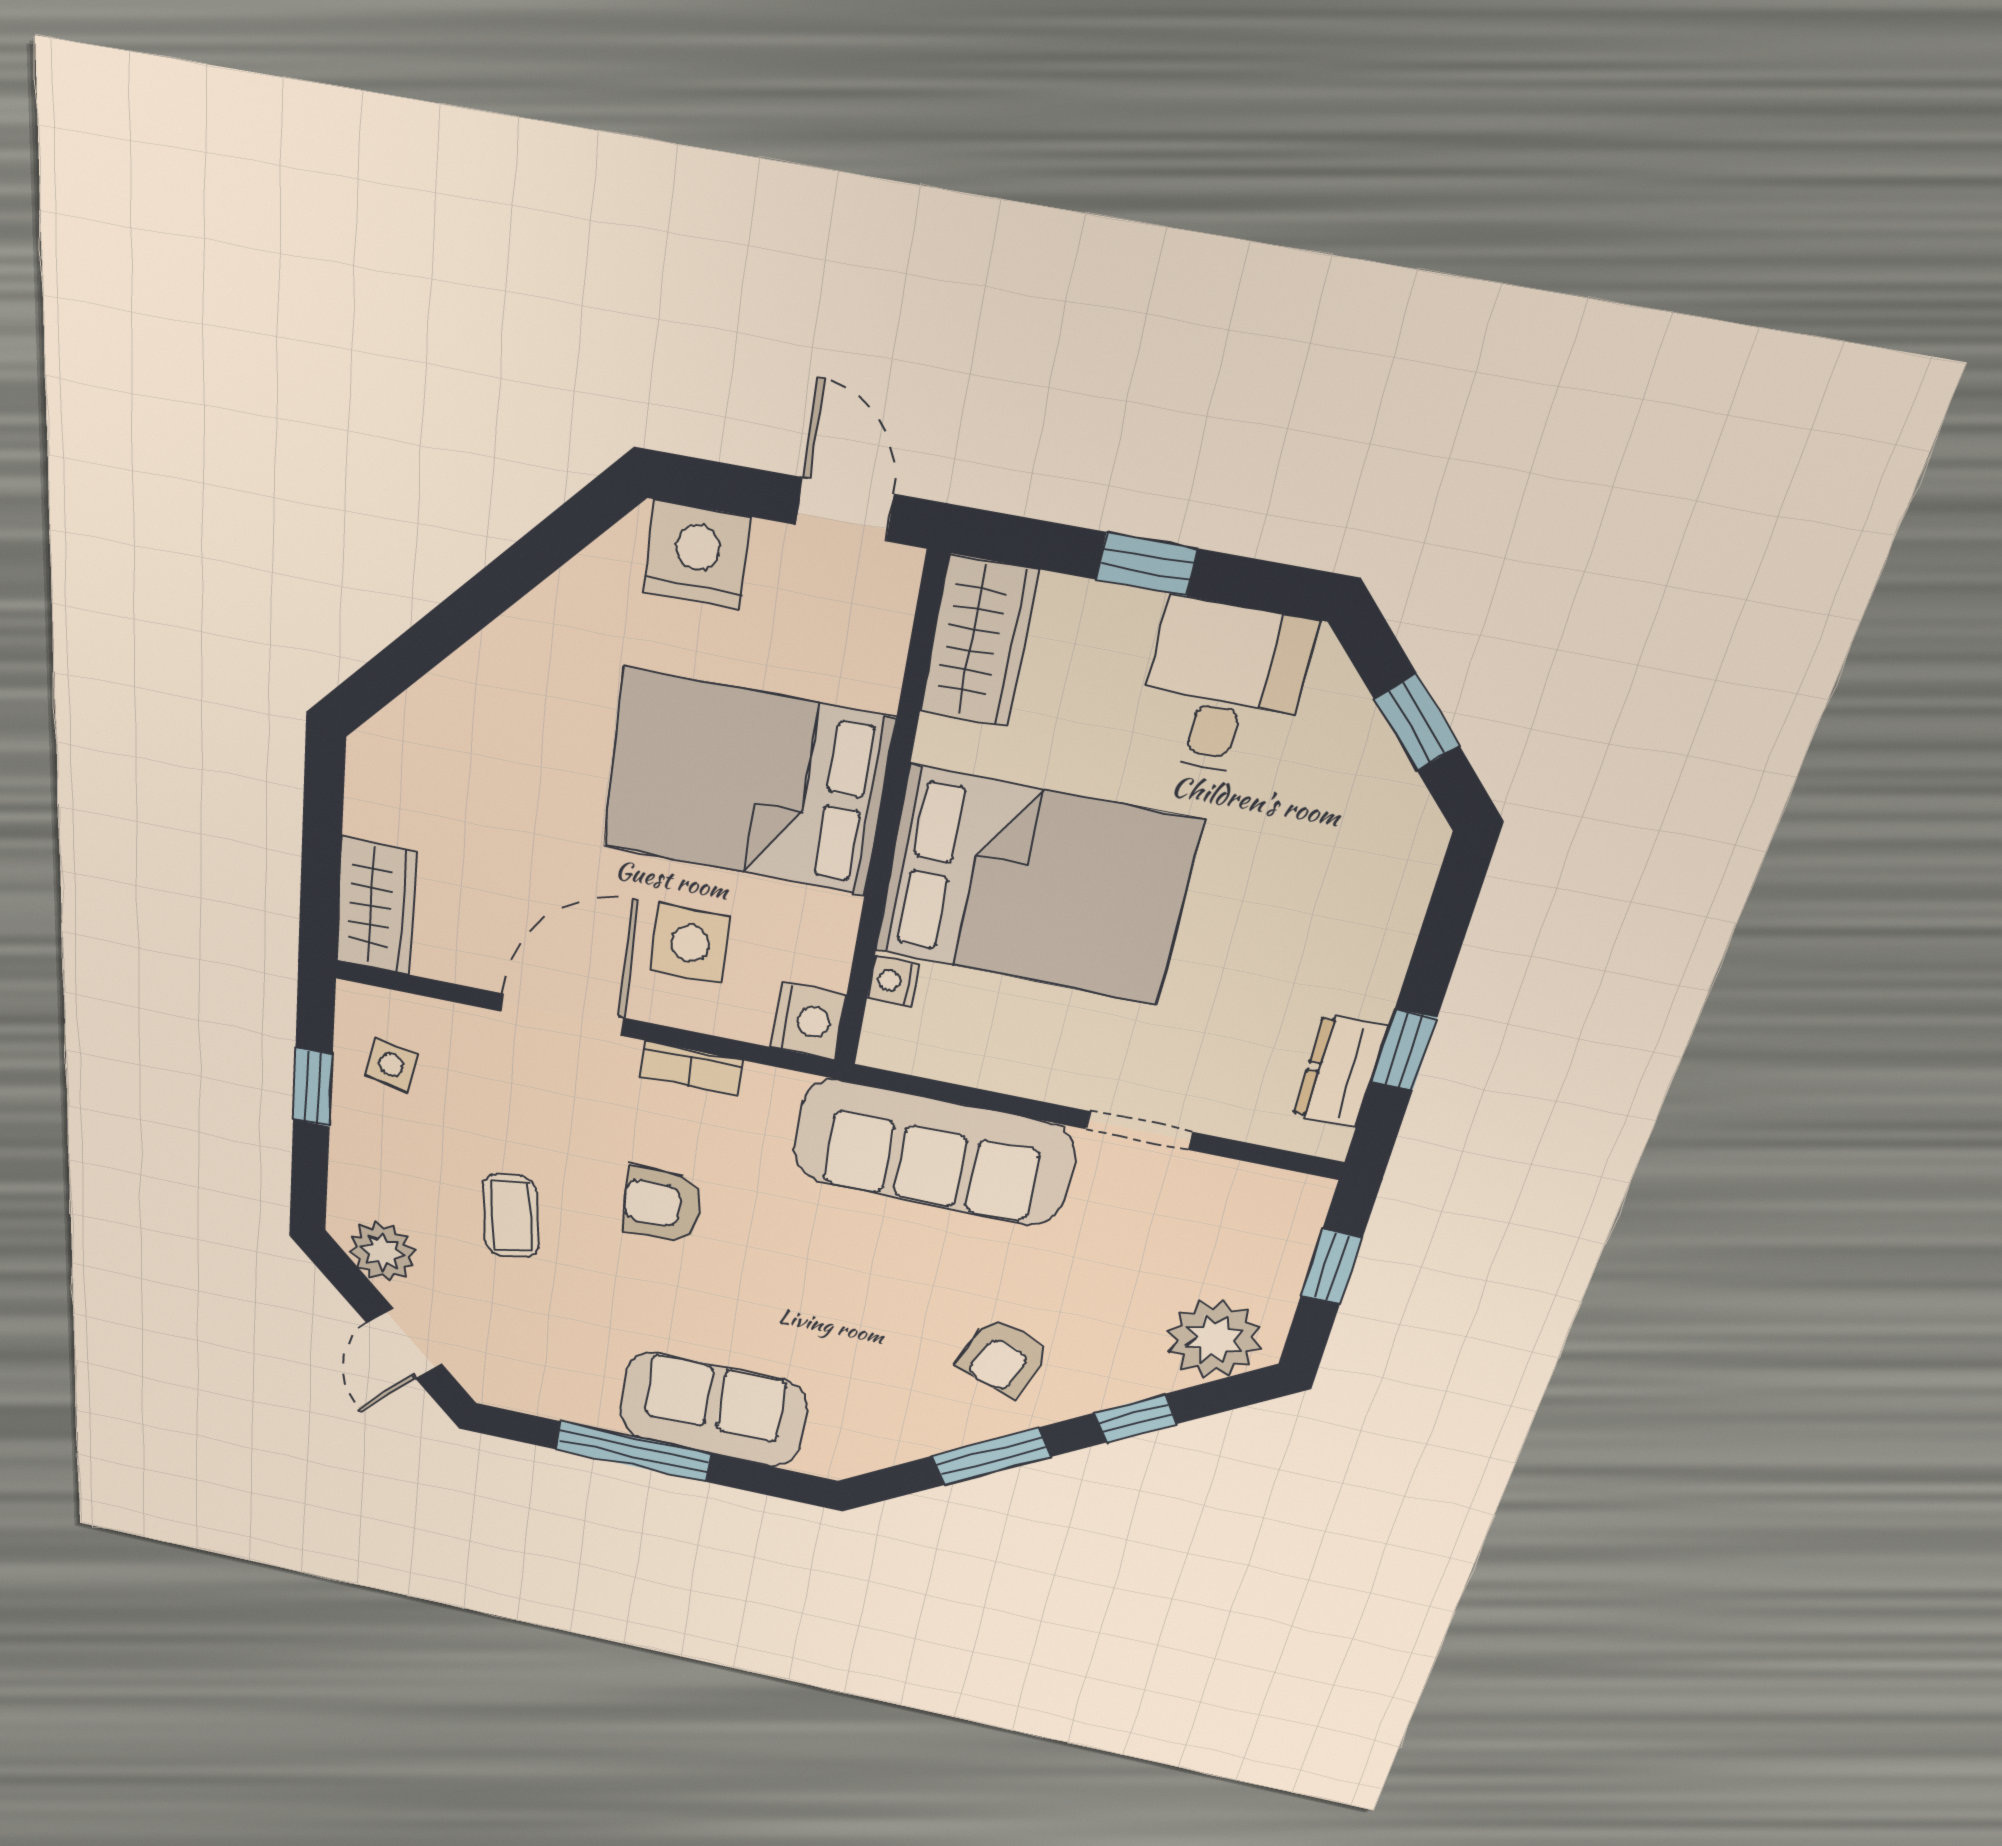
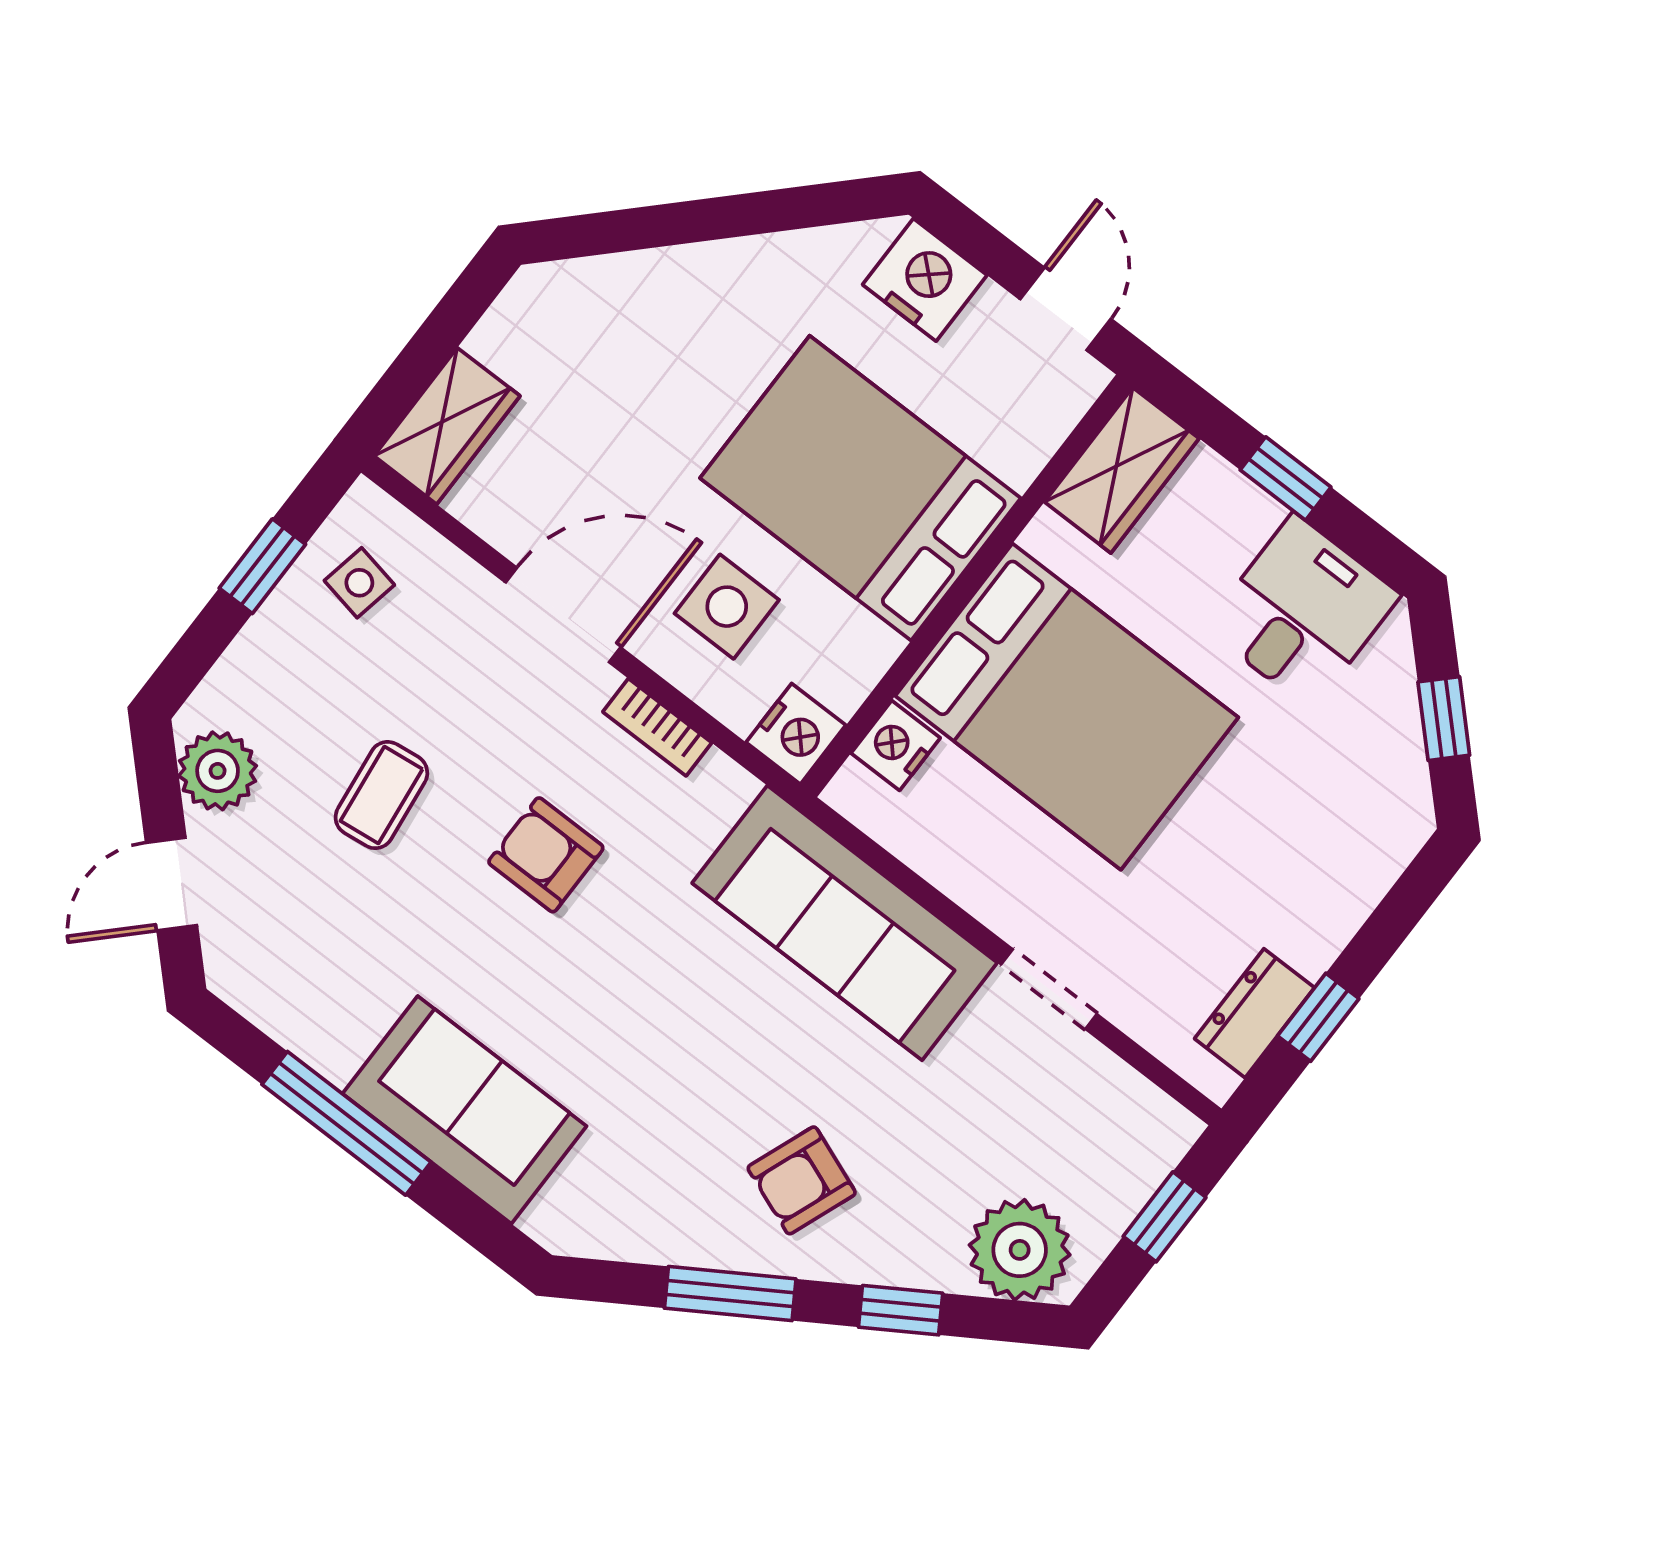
nightstand: (893, 981) -> (896, 745), width x1.39, depth x1.35

